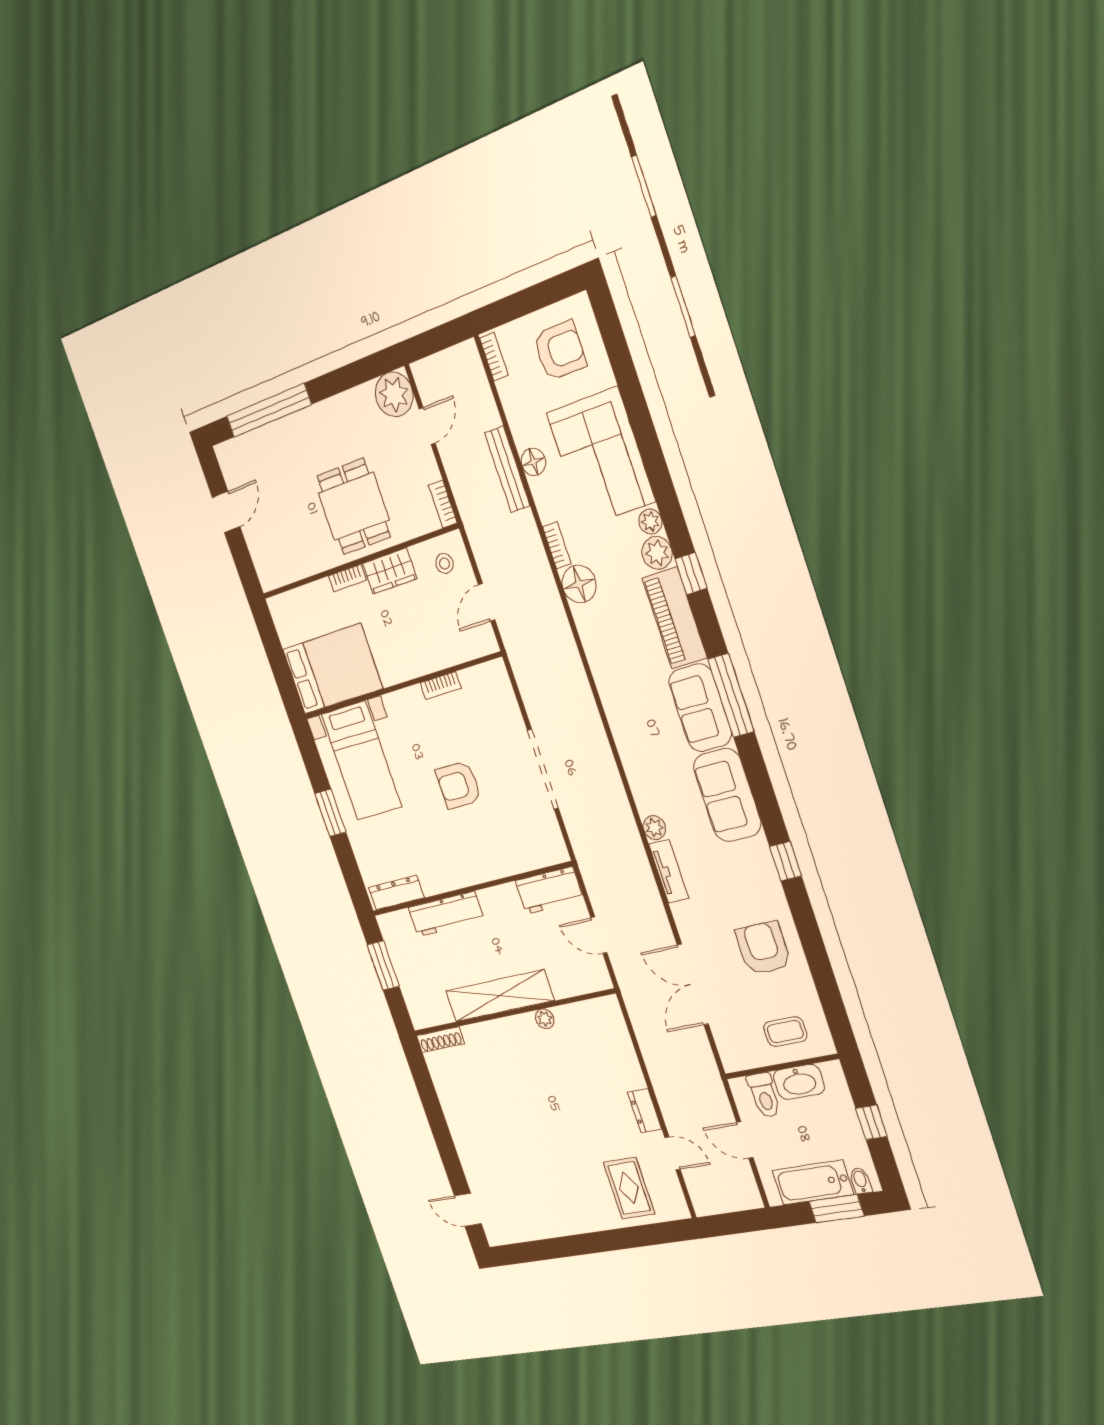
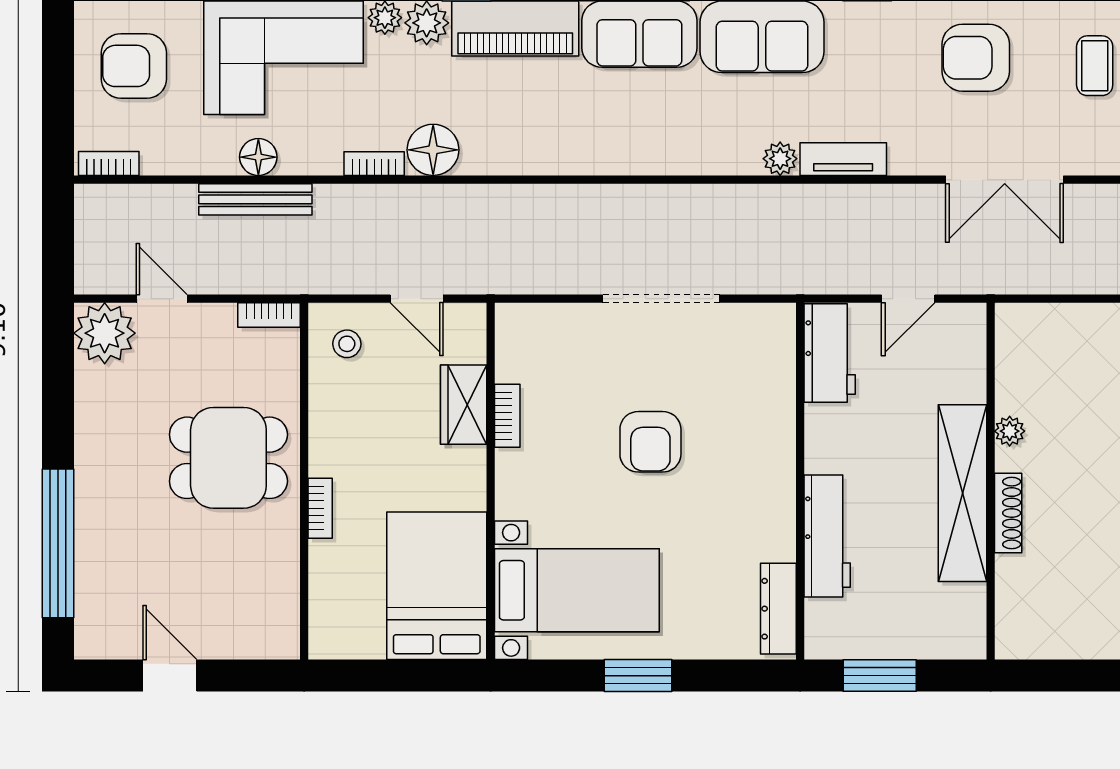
armchair: (560, 351) -> (134, 66), turned -90
wardrobe: (390, 571) -> (464, 405), moved, turned 180
shoe rack: (440, 1040) -> (1008, 513), moved

